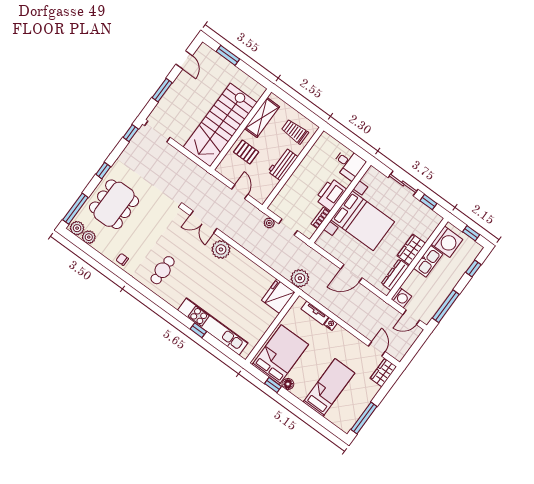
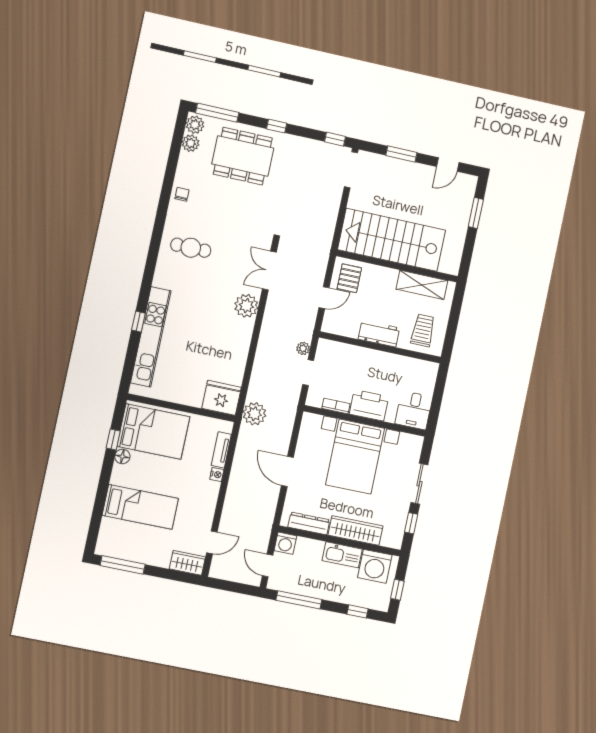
pallet: (246, 152) -> (349, 278), moved
wardrobe: (411, 250) -> (355, 530), width x1.50

